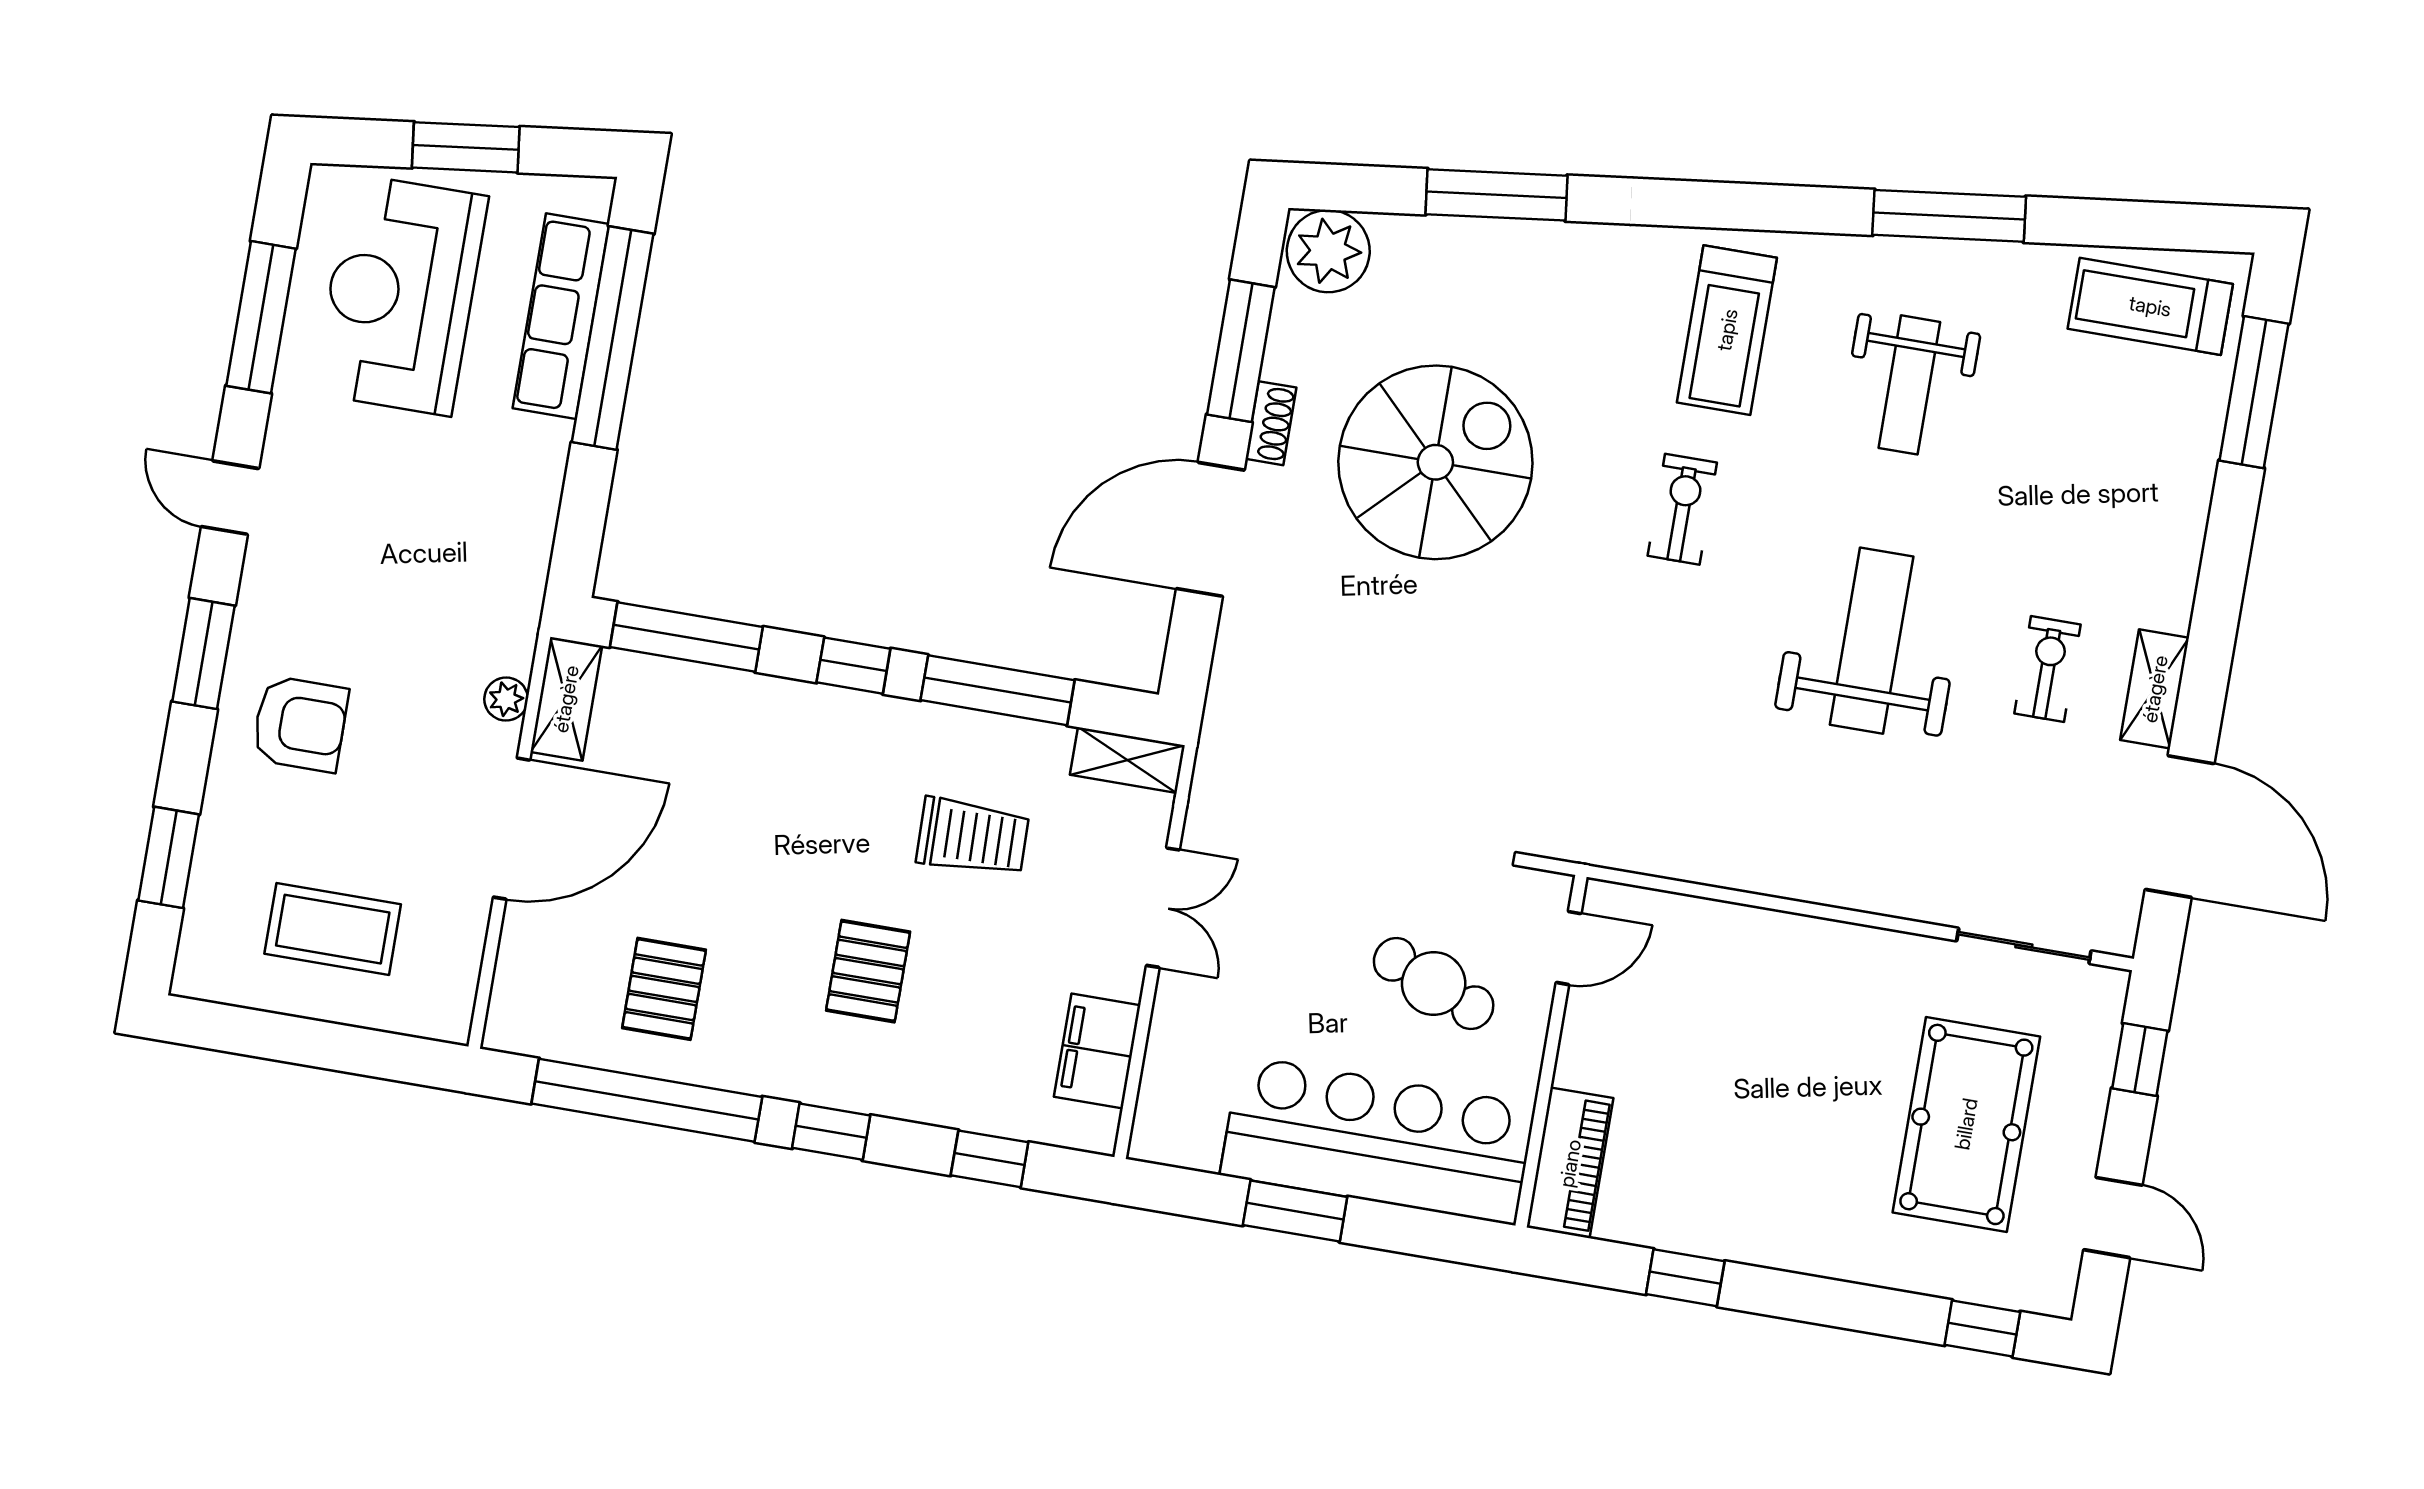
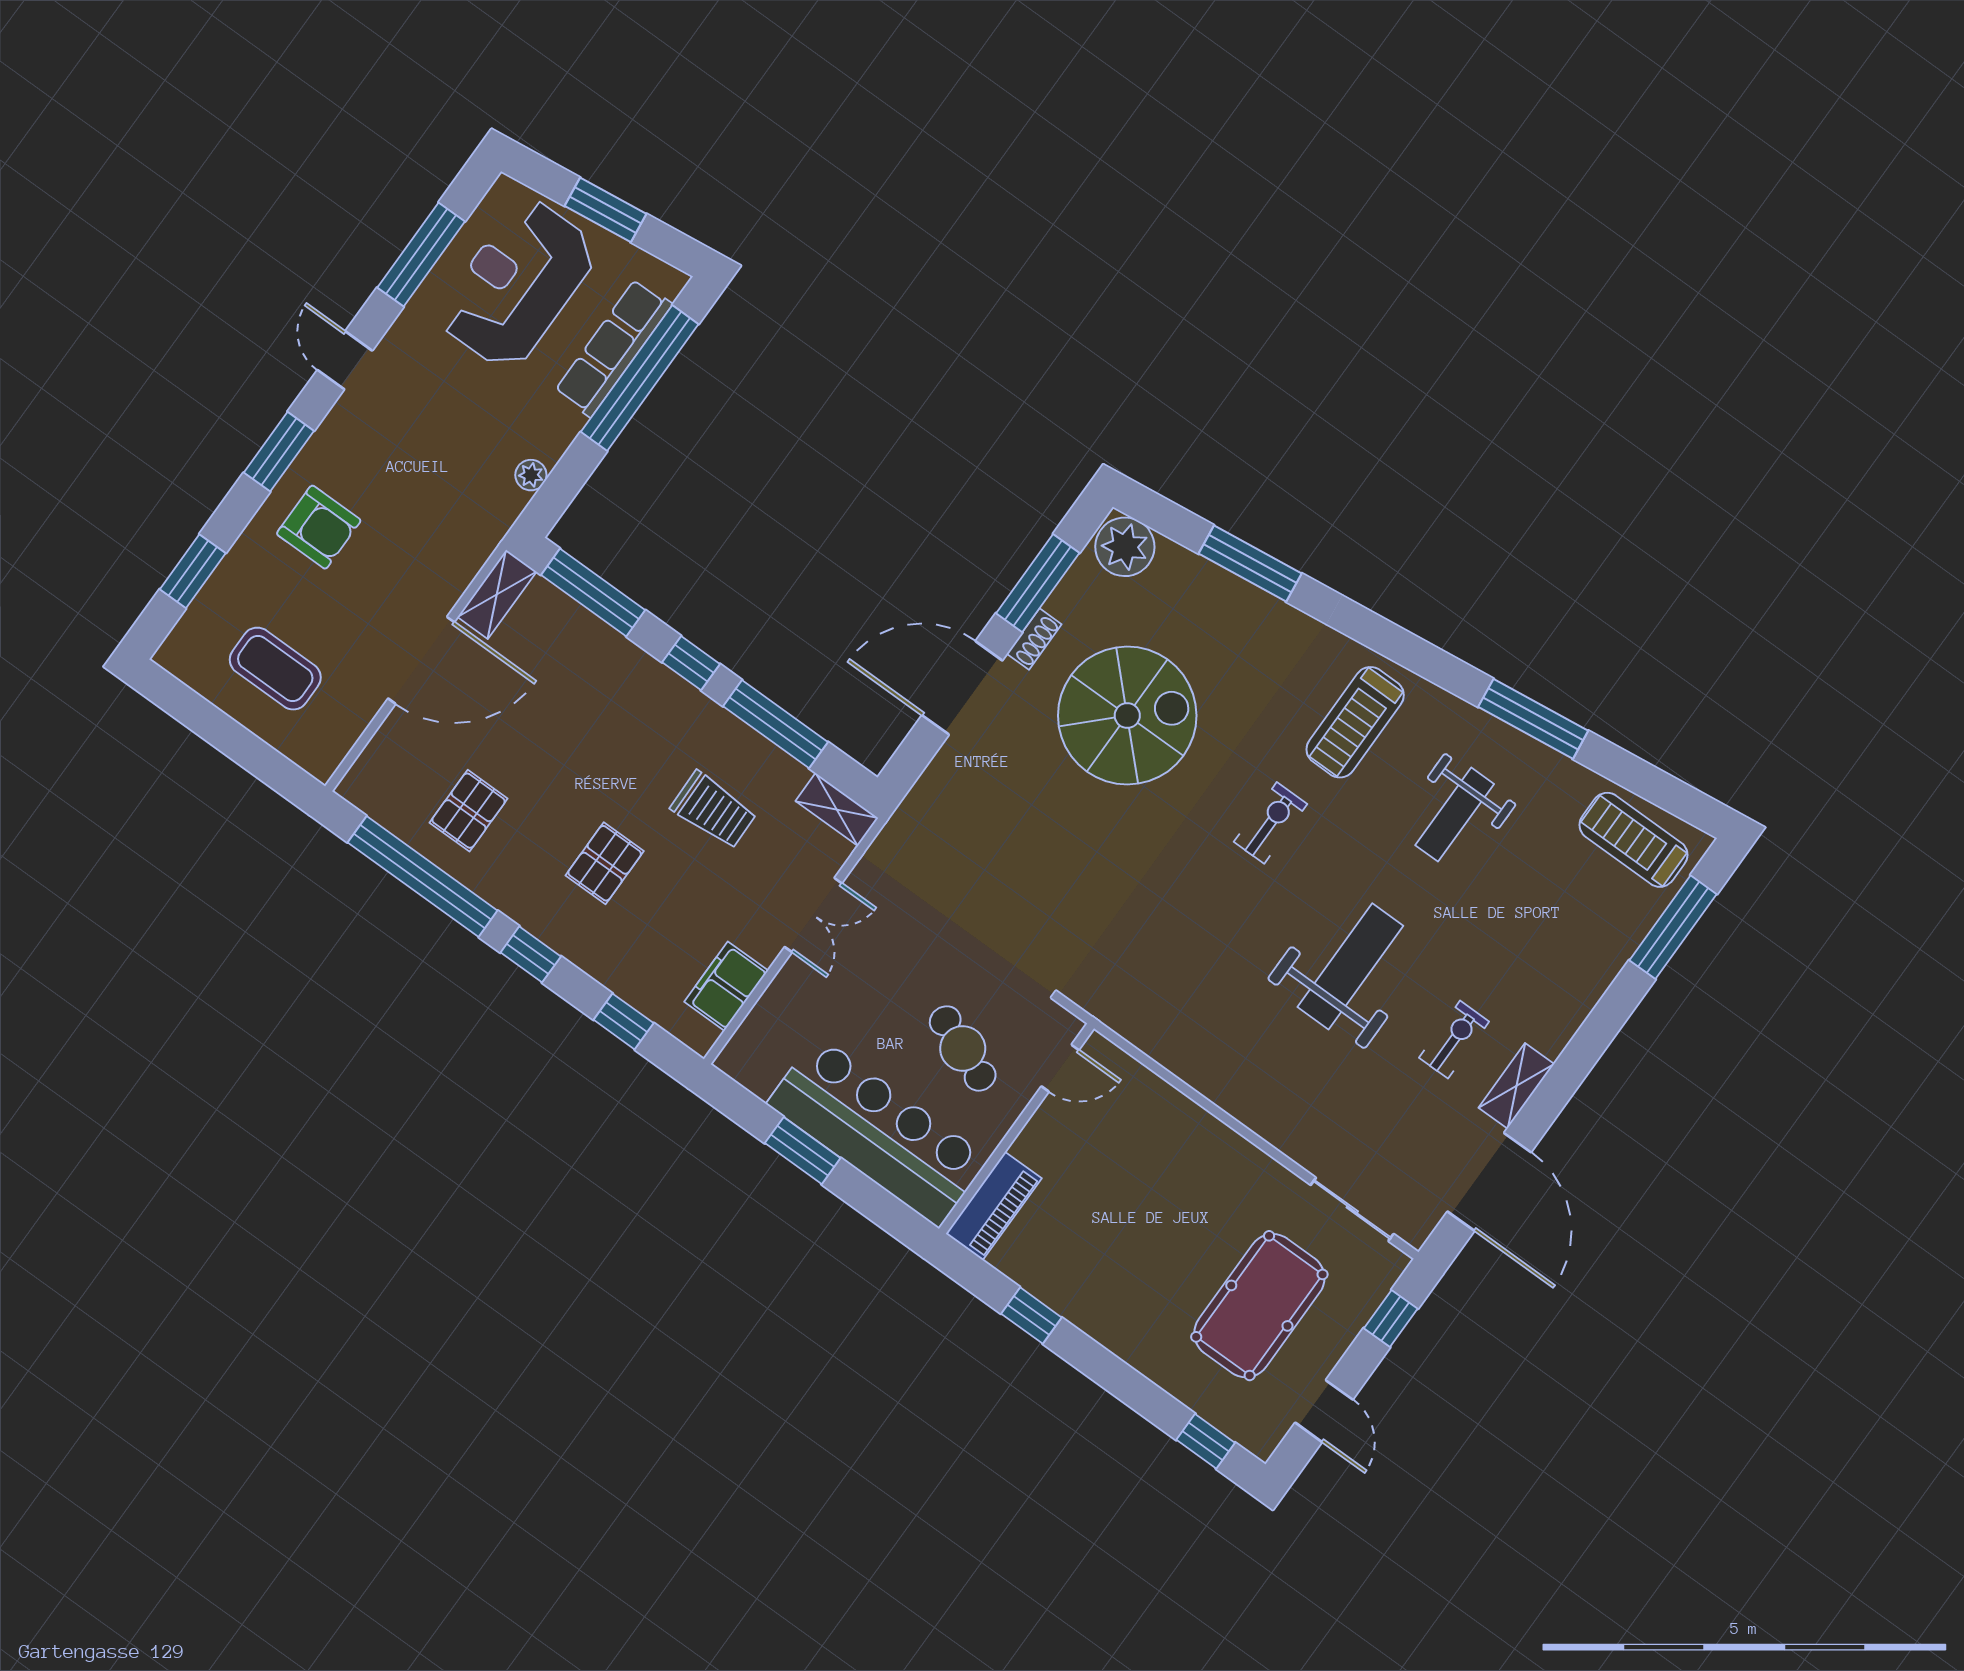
plant: (506, 699) -> (531, 475), moved

